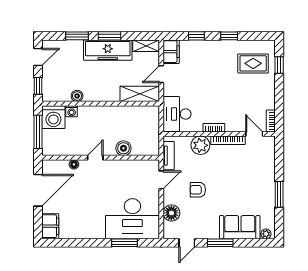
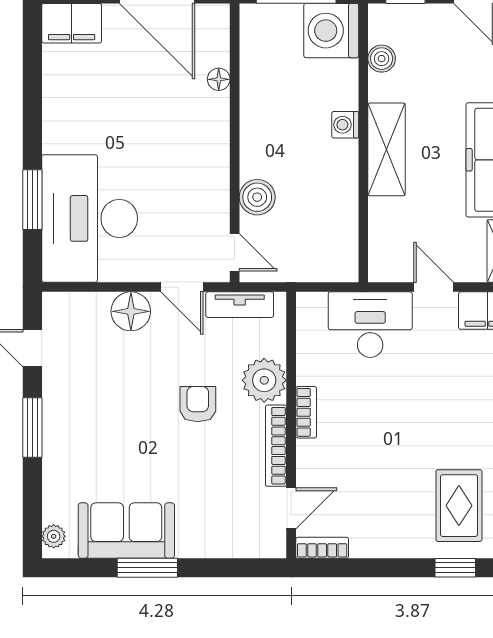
shelving: (140, 94) -> (387, 149), moved
boiler: (77, 96) -> (382, 59), moved
washing machine: (72, 111) -> (345, 125), moved
desk: (177, 114) -> (370, 325), moved
door: (95, 158) -> (235, 252), moved
armchair: (198, 190) -> (198, 404), moved
floor lamp: (171, 213) -> (131, 311), moved
sofa: (240, 227) -> (126, 531), moved, turned -90

